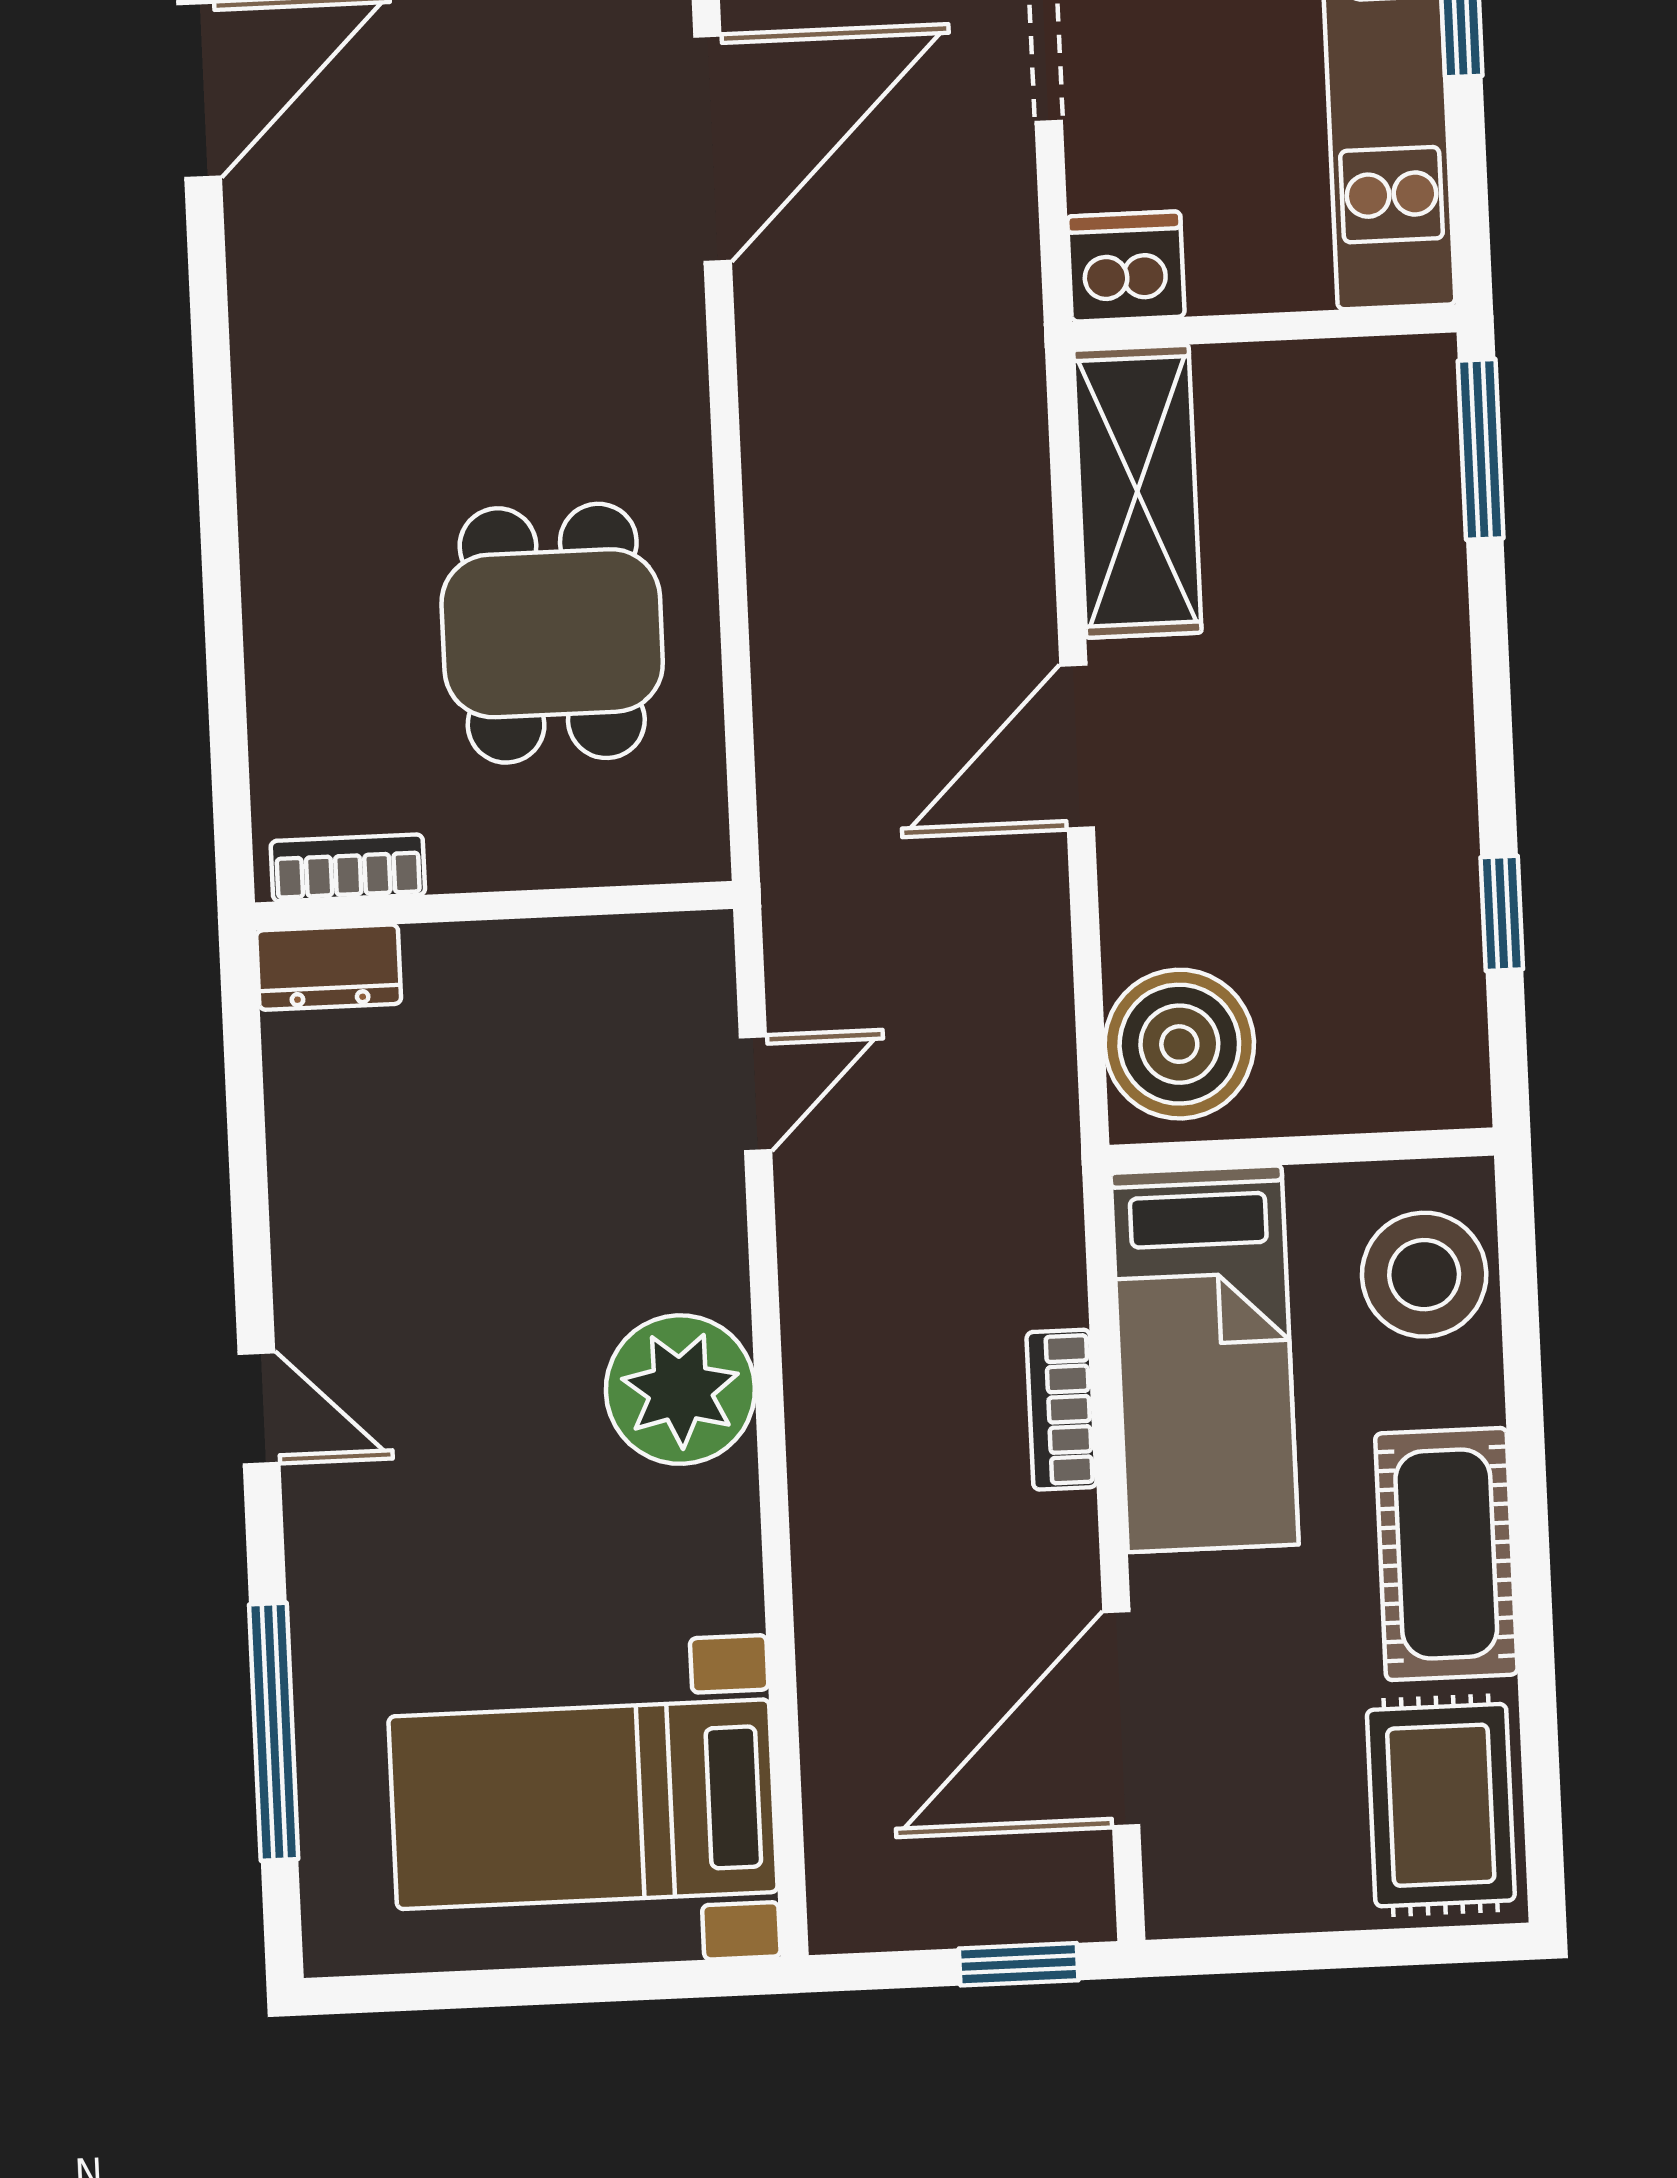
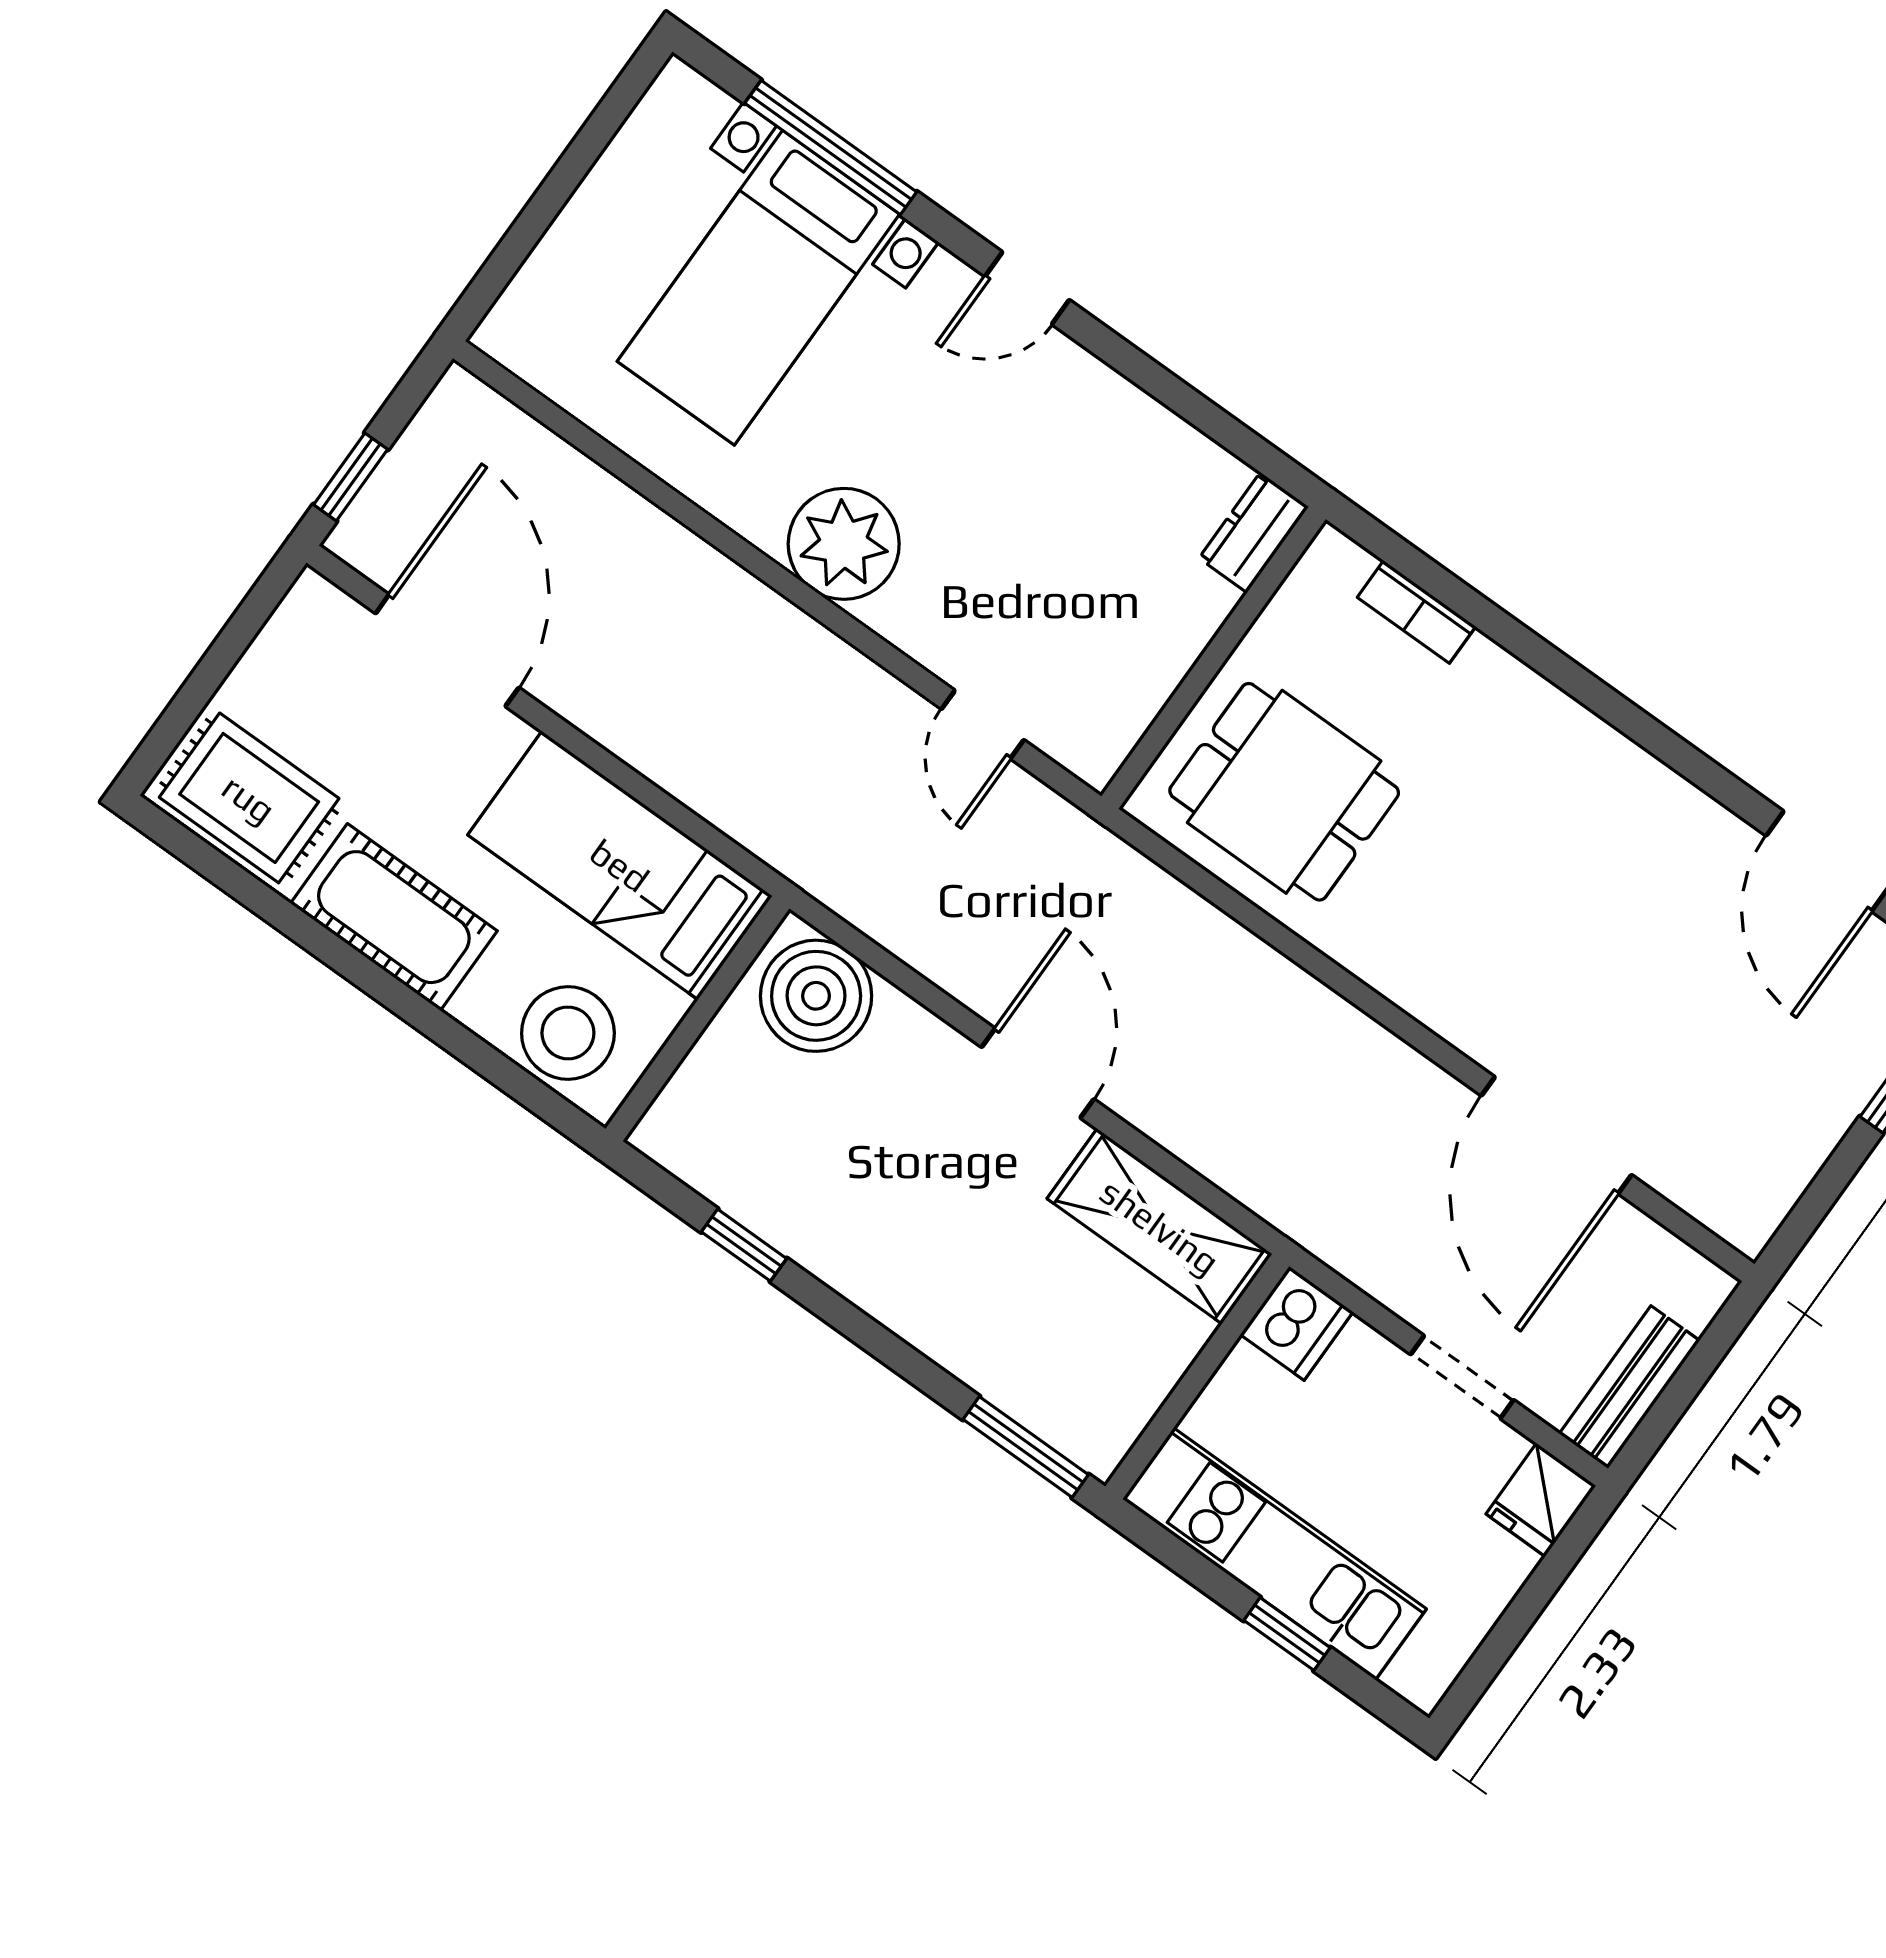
dining table: (552, 633) -> (1284, 792), moved
bookcase: (348, 868) -> (1417, 612), moved, turned 90
bookcase: (1062, 1410) -> (656, 758), removed
bed with nightstands: (583, 1804) -> (758, 288), moved, turned 180

